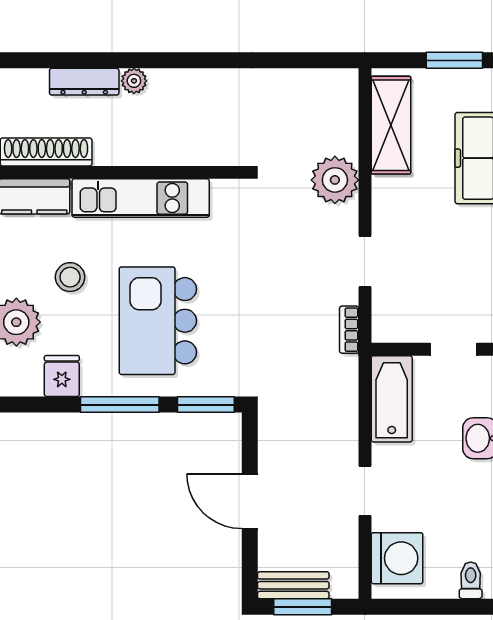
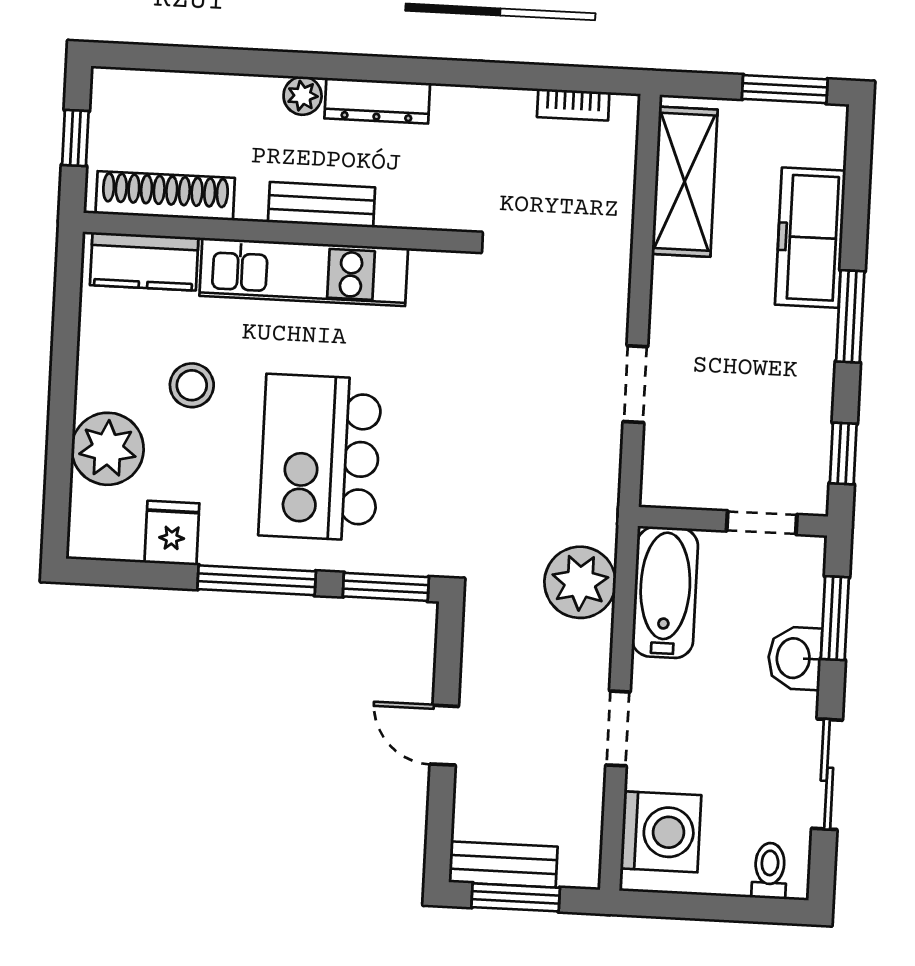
dresser: (84, 82) -> (377, 101), moved
bench: (150, 153) -> (321, 205), added
plant: (335, 180) -> (580, 582), moved
bookcase: (349, 330) -> (573, 105), moved, turned -90
door: (250, 501) -> (444, 735), width x0.73

